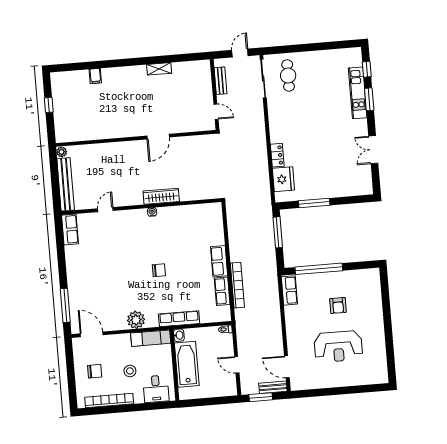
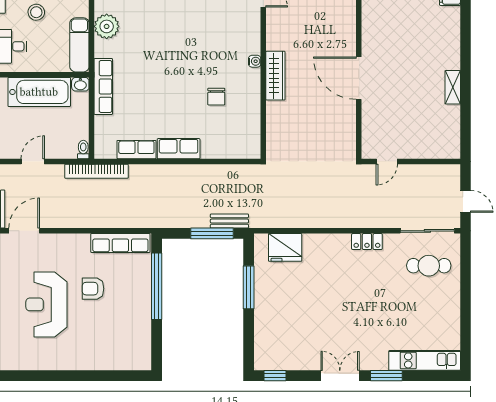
window: (367, 69) -> (275, 376), moved
bench: (221, 81) -> (229, 221), moved
kitchen unit: (358, 93) -> (425, 360), moved
door: (158, 137) -> (359, 78), width x1.36
double door: (373, 150) -> (340, 376), moved
locker: (277, 155) -> (367, 242), moved
chair: (159, 270) -> (216, 97), moved
bookcase: (237, 285) -> (96, 171), moved
row of seats: (289, 290) -> (120, 243), width x1.48
armchair: (338, 305) -> (93, 289), moved

